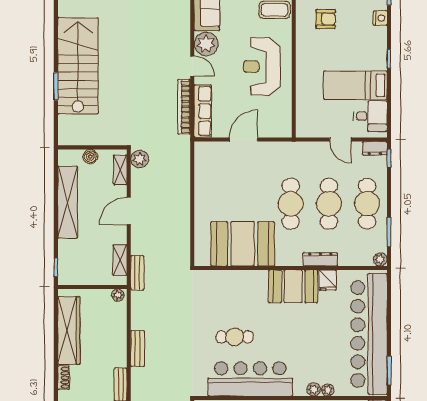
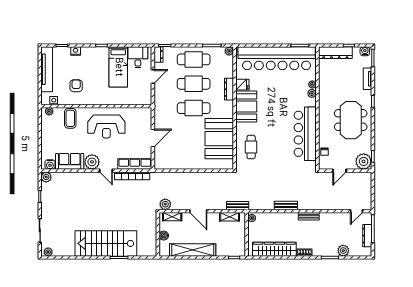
door: (192, 66) -> (106, 171), swing flipped
door: (244, 139) -> (153, 138), swing flipped
cafe table: (235, 337) -> (251, 147), moved

